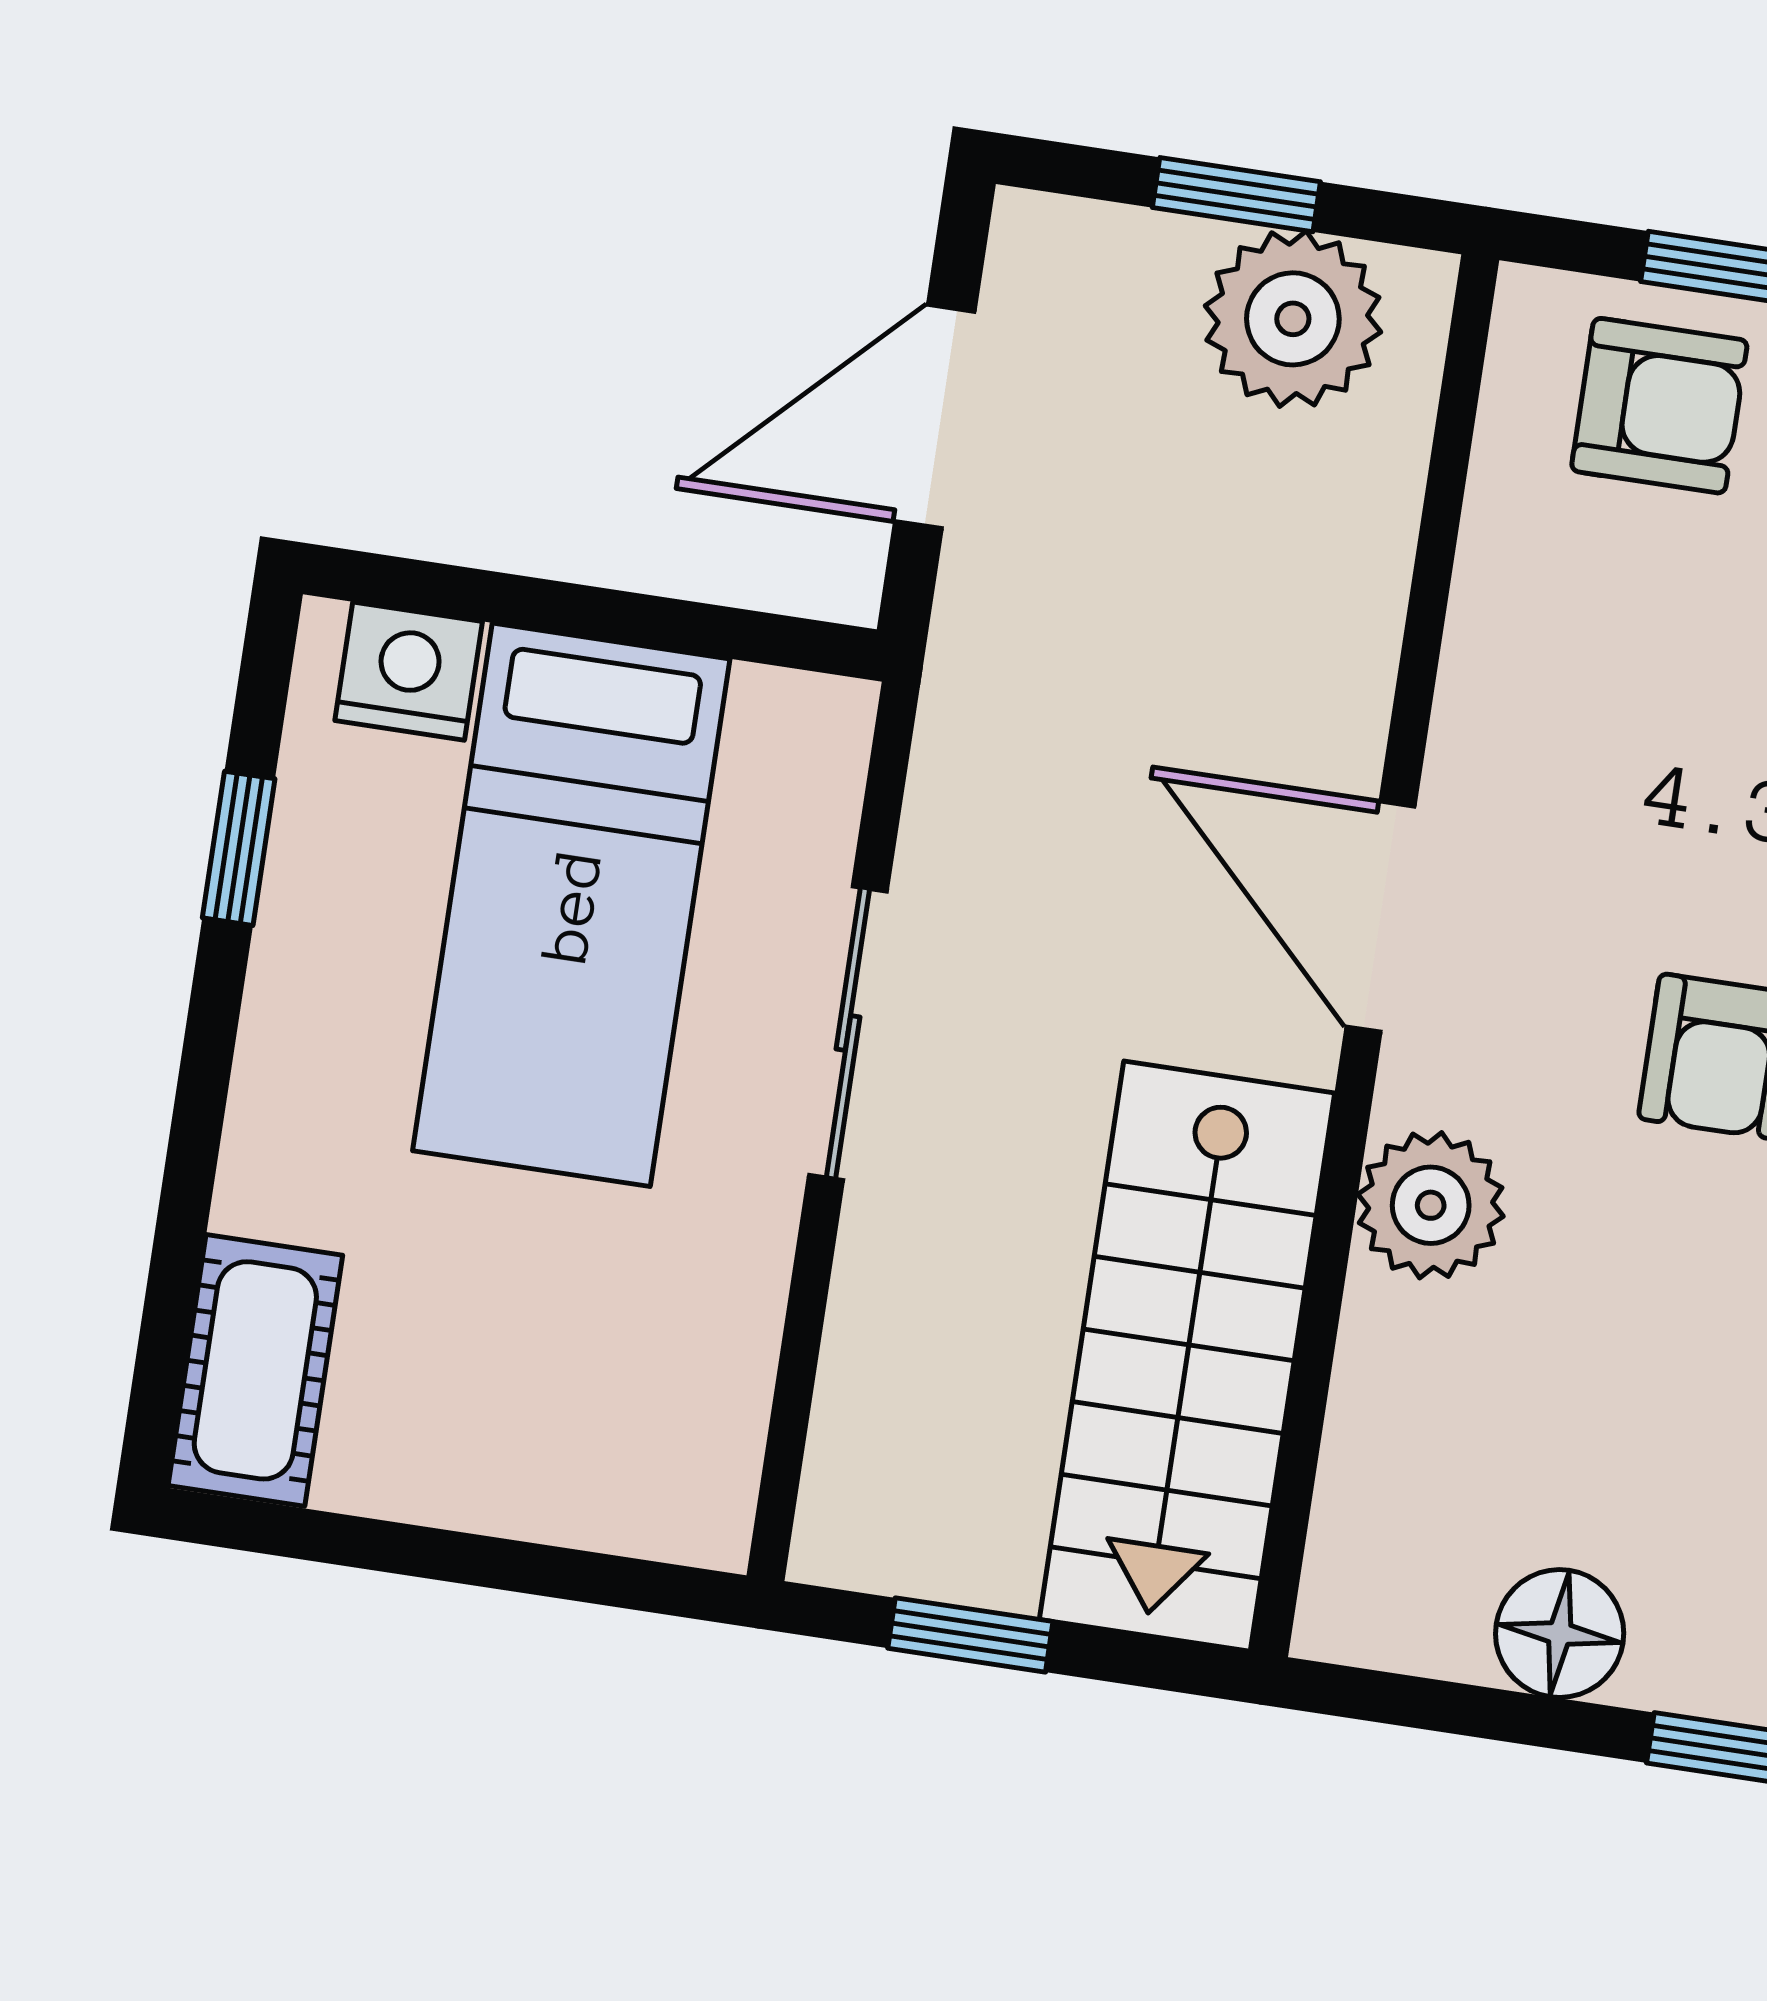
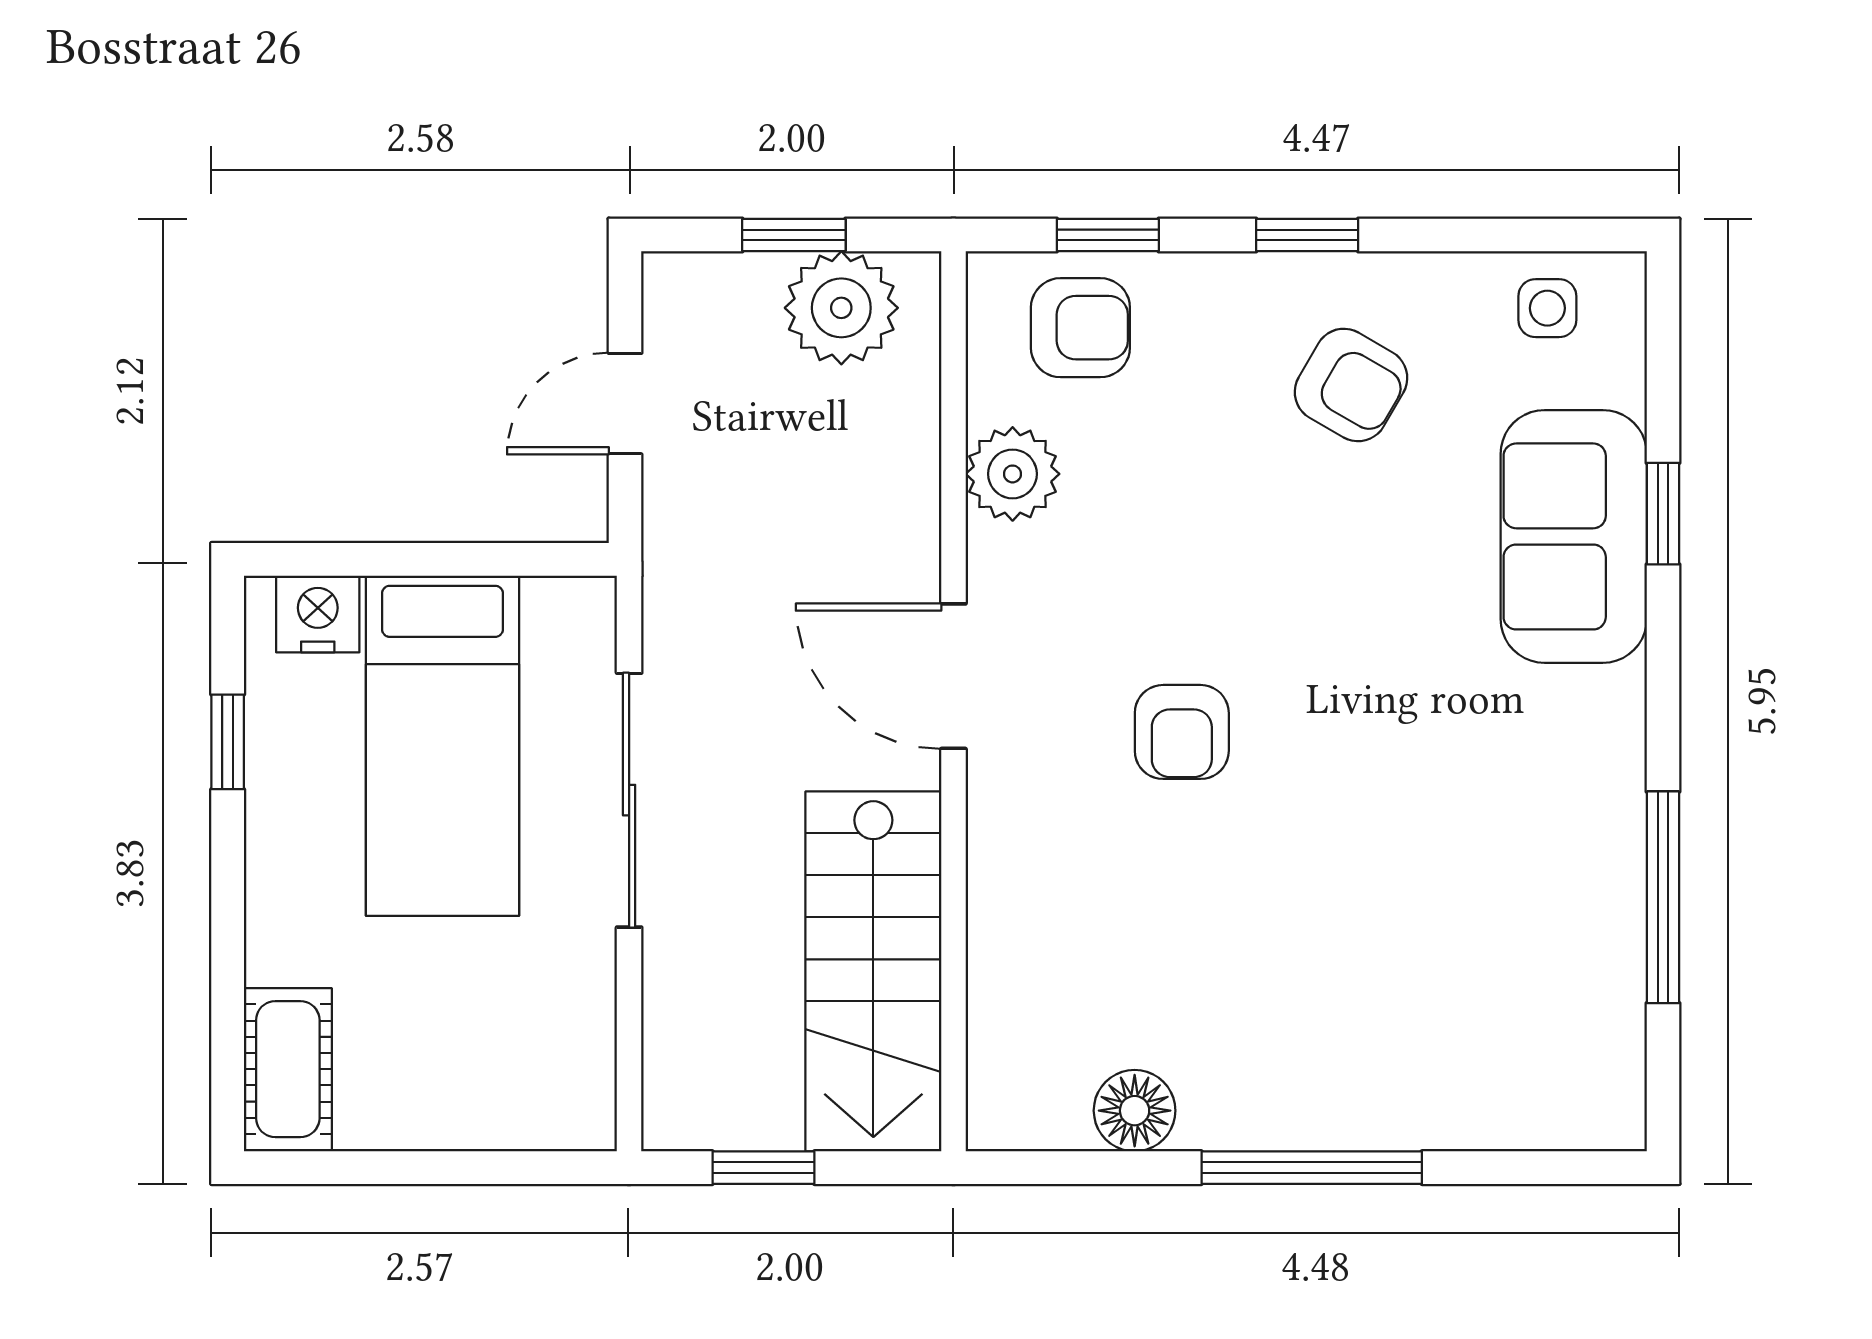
door: (935, 417) -> (625, 404), width x0.73
sliding door: (848, 1033) -> (629, 800), width x1.37
plant: (1431, 1205) -> (1013, 474), moved

